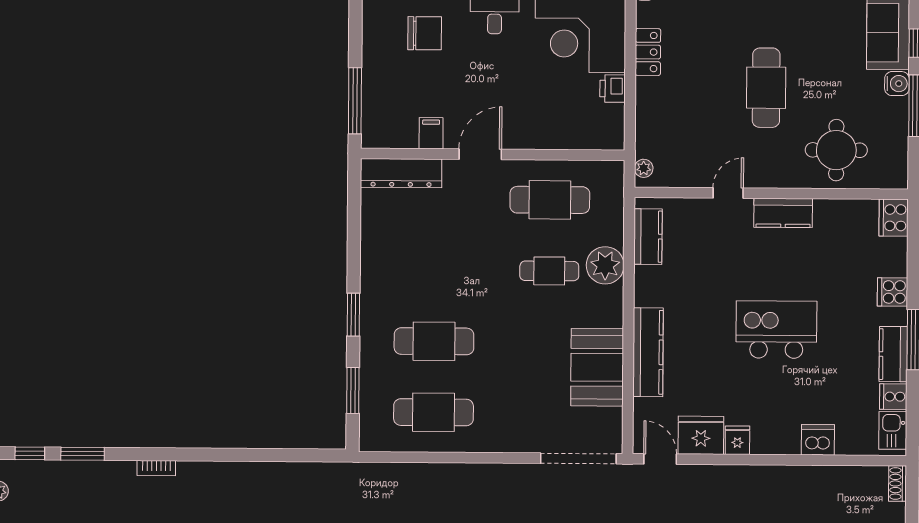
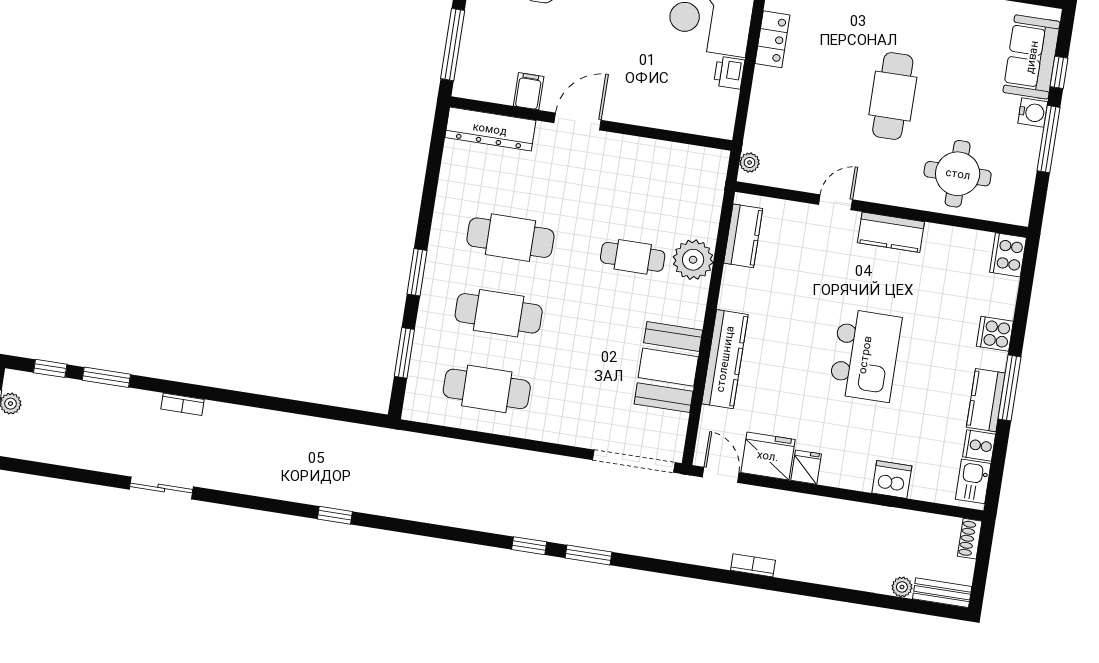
cafe table: (550, 200) -> (510, 238), moved
kitchen island: (776, 330) -> (865, 355), turned 90

